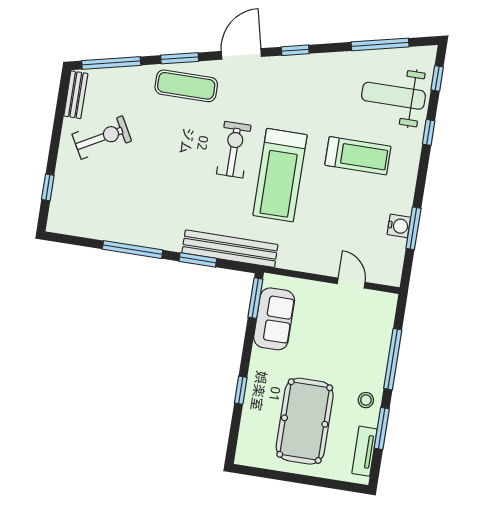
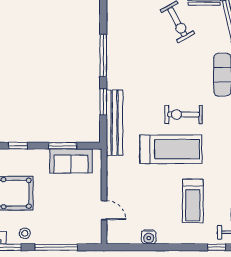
exercise bike: (234, 150) -> (183, 114), turned 180
treadmill: (280, 175) -> (171, 149), turned 180
window: (413, 228) -> (149, 247), removed
door: (351, 283) -> (104, 210), hinge flipped
window: (255, 298) -> (63, 146), moved

